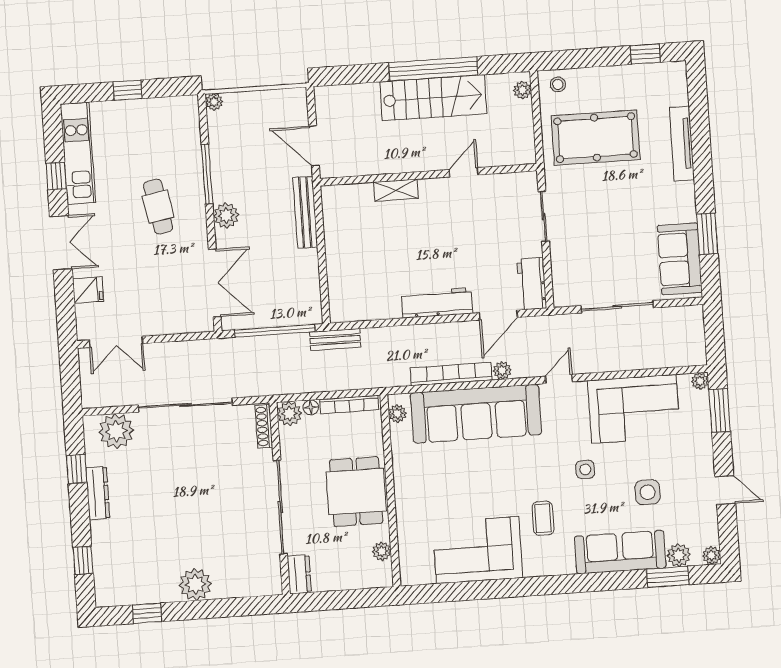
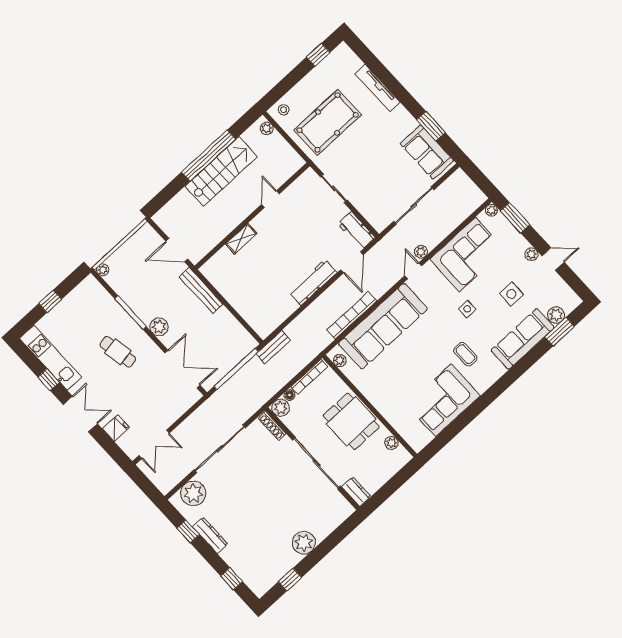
plant: (502, 370) -> (421, 252), moved
plant: (712, 556) -> (531, 254), moved

